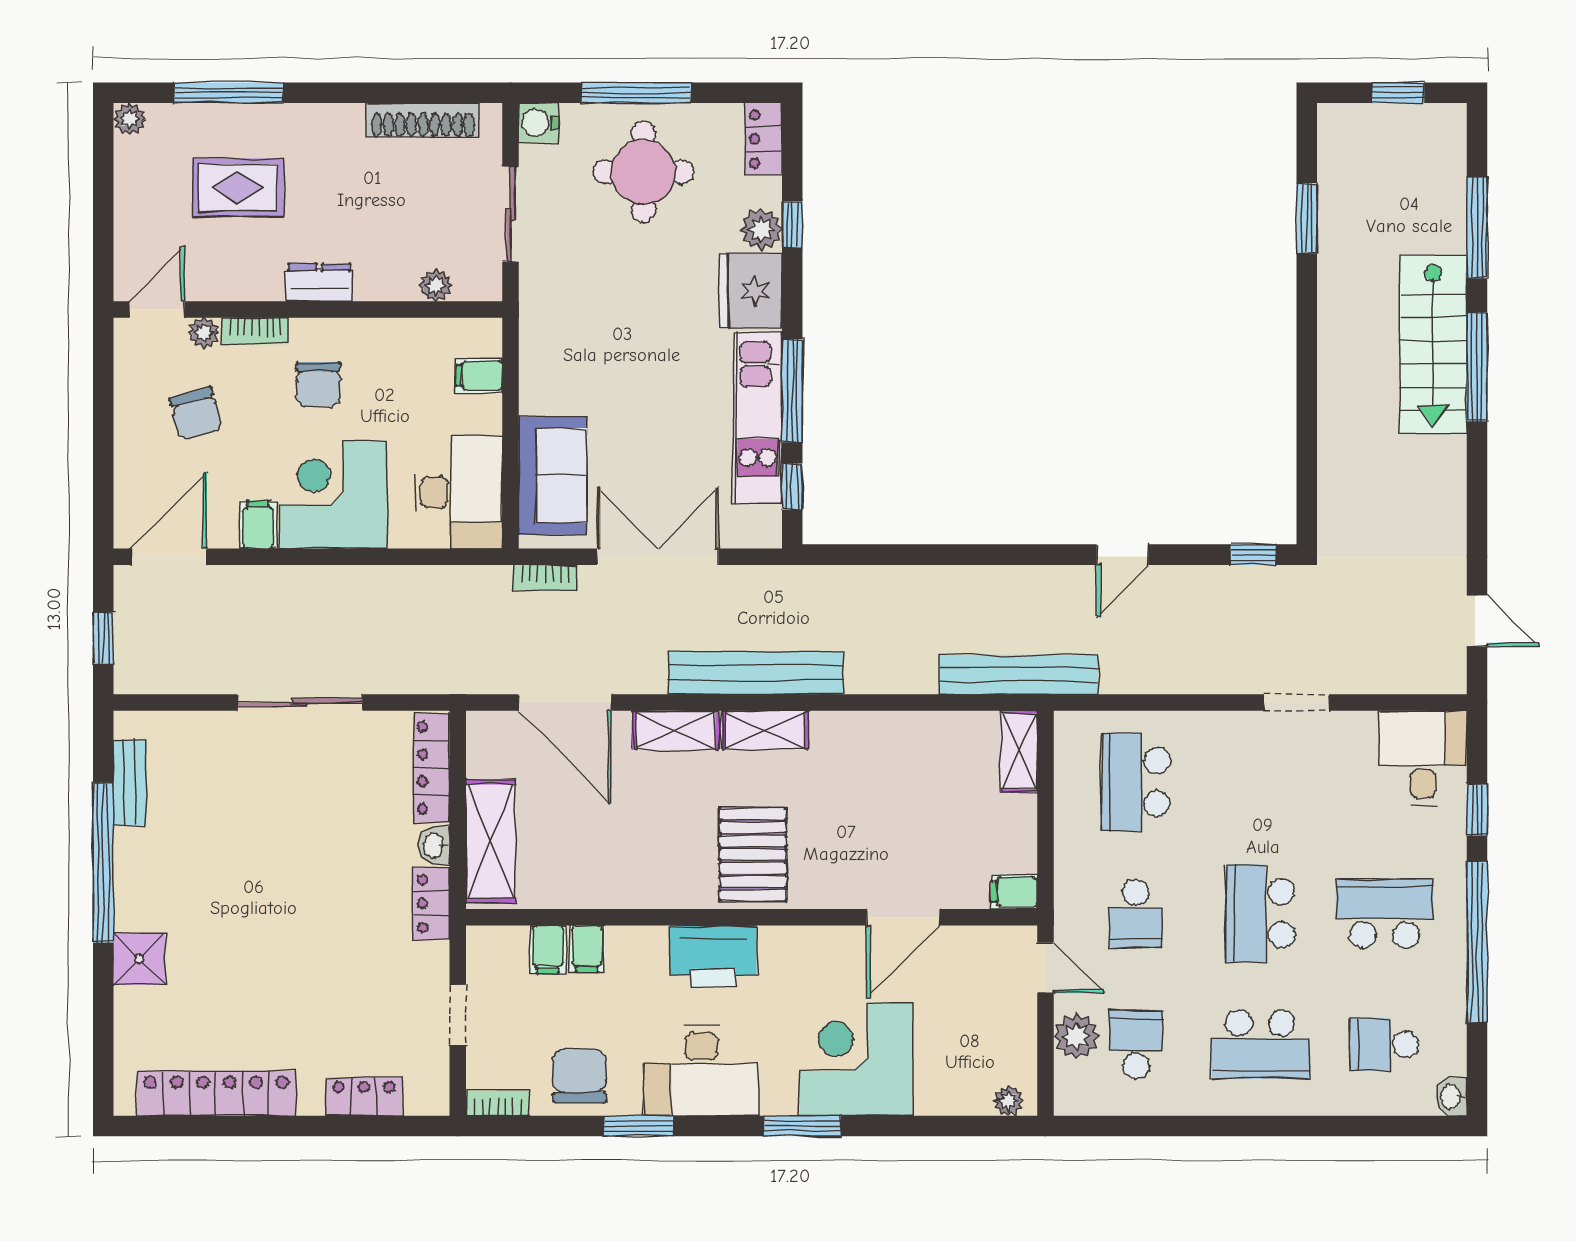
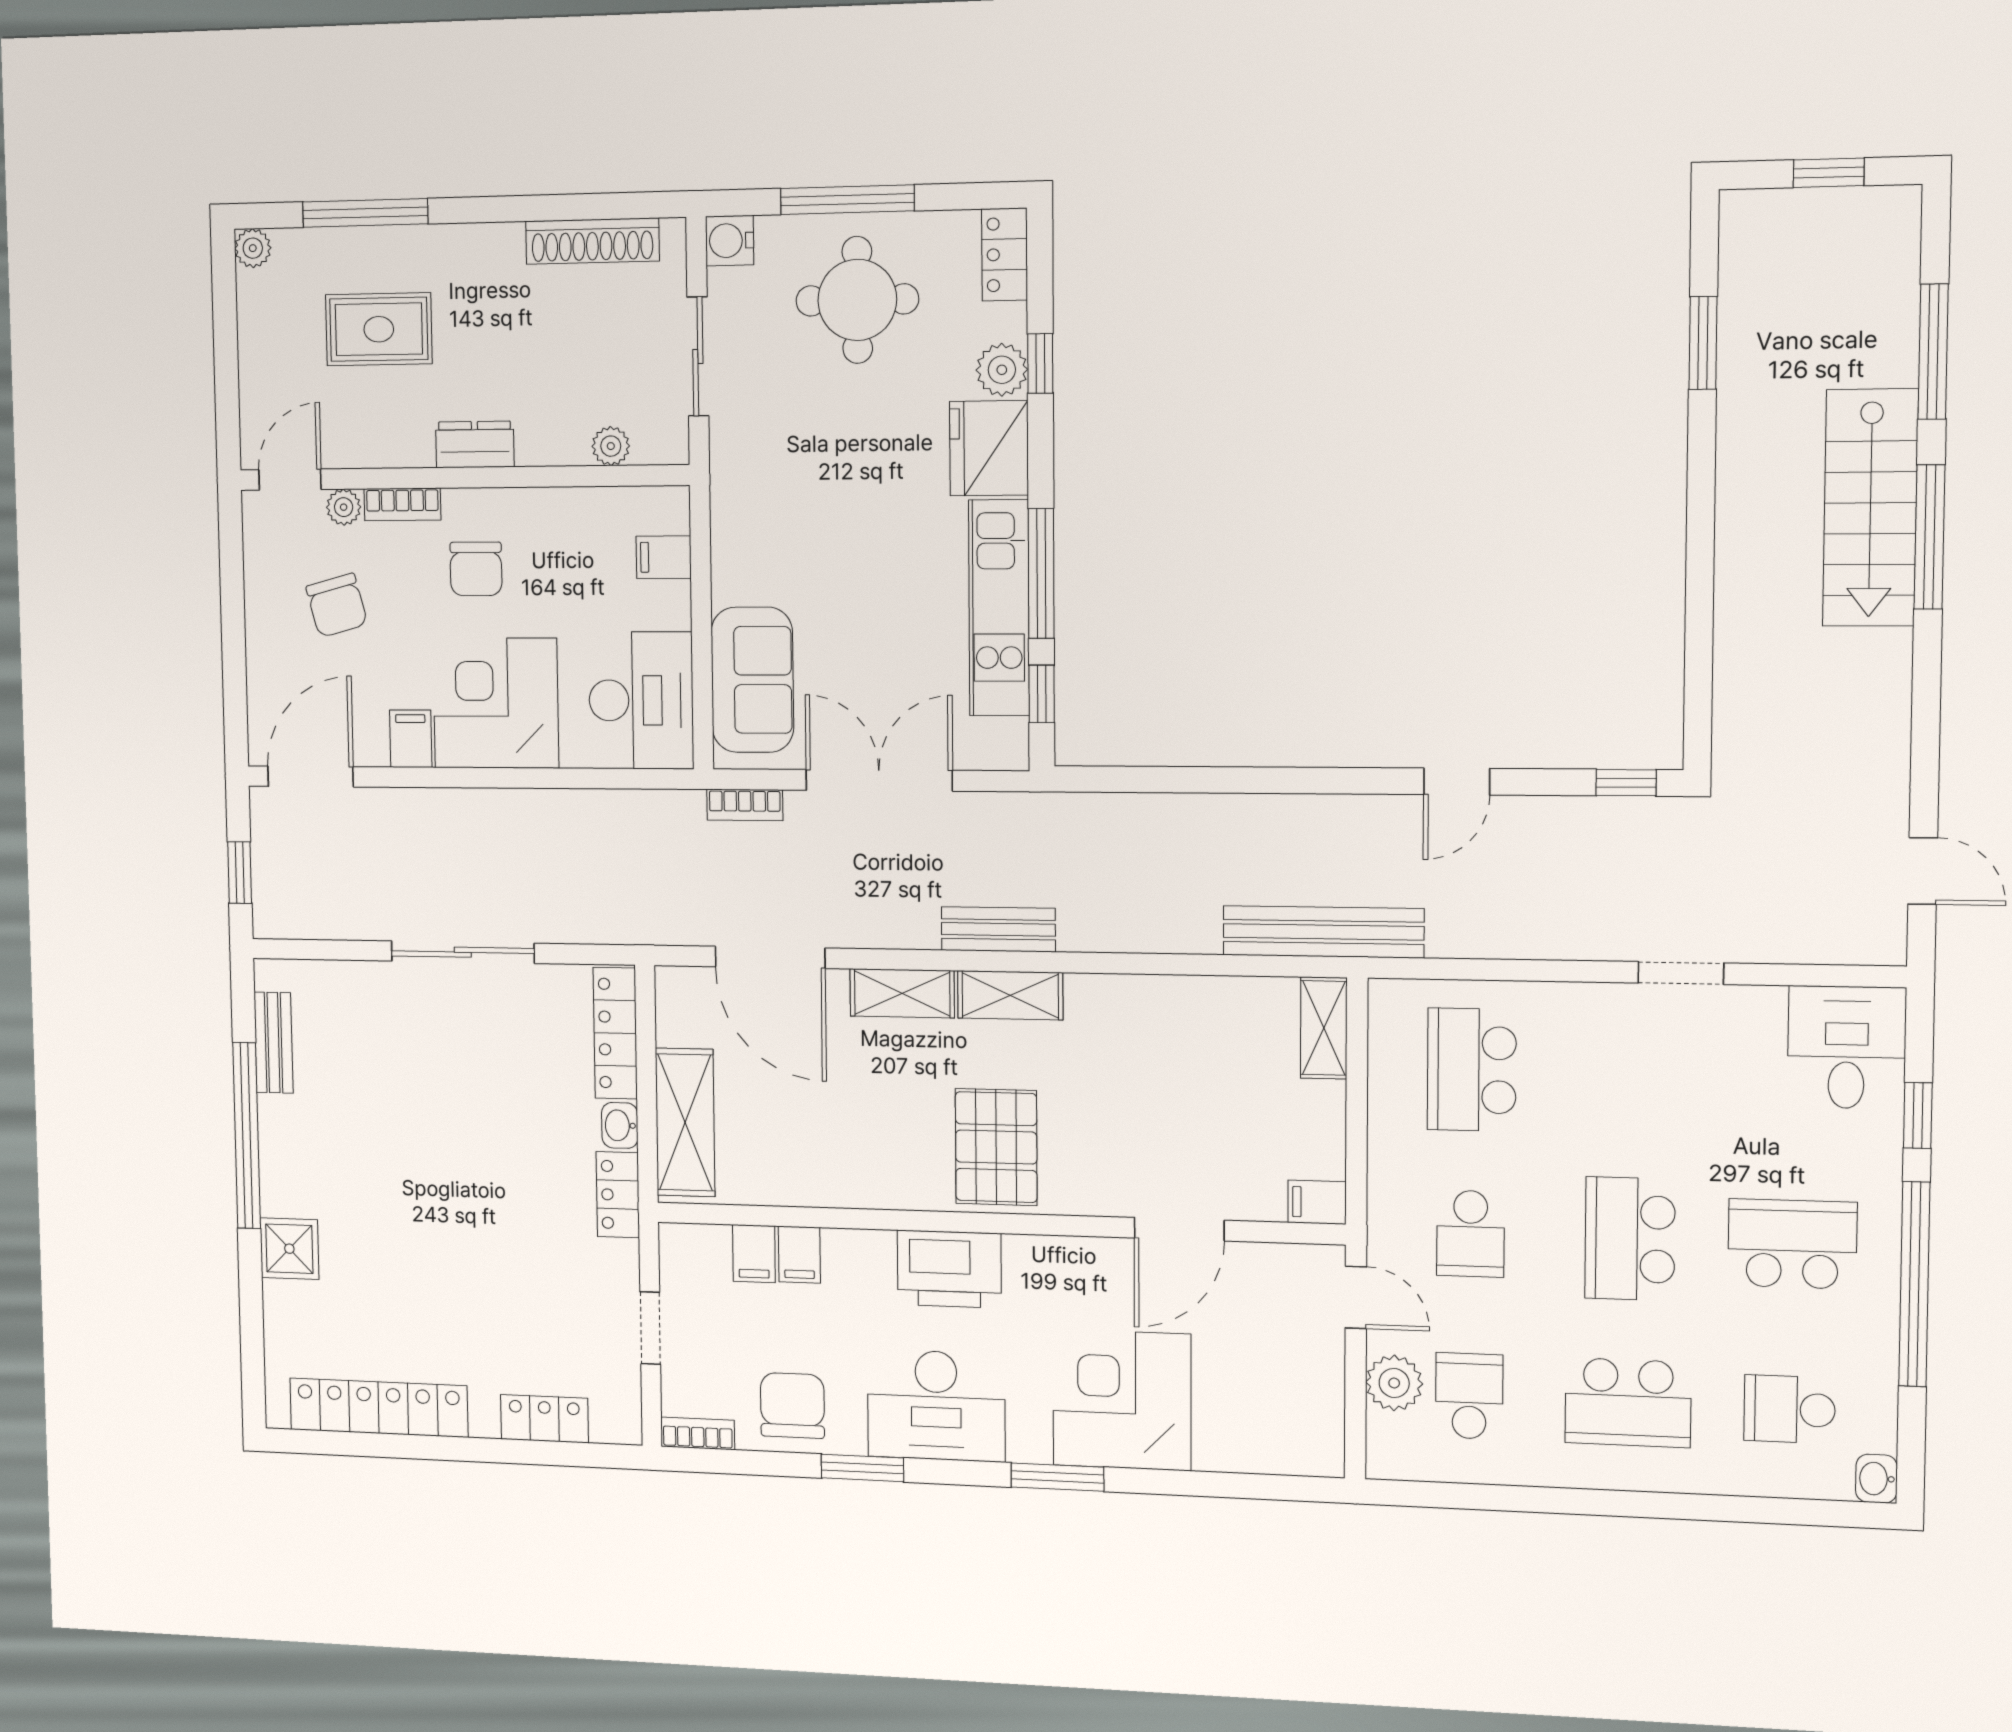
bench: (756, 673) -> (998, 929), width x0.54, depth x0.82
plant: (1009, 1101) -> (1309, 1458), removed

